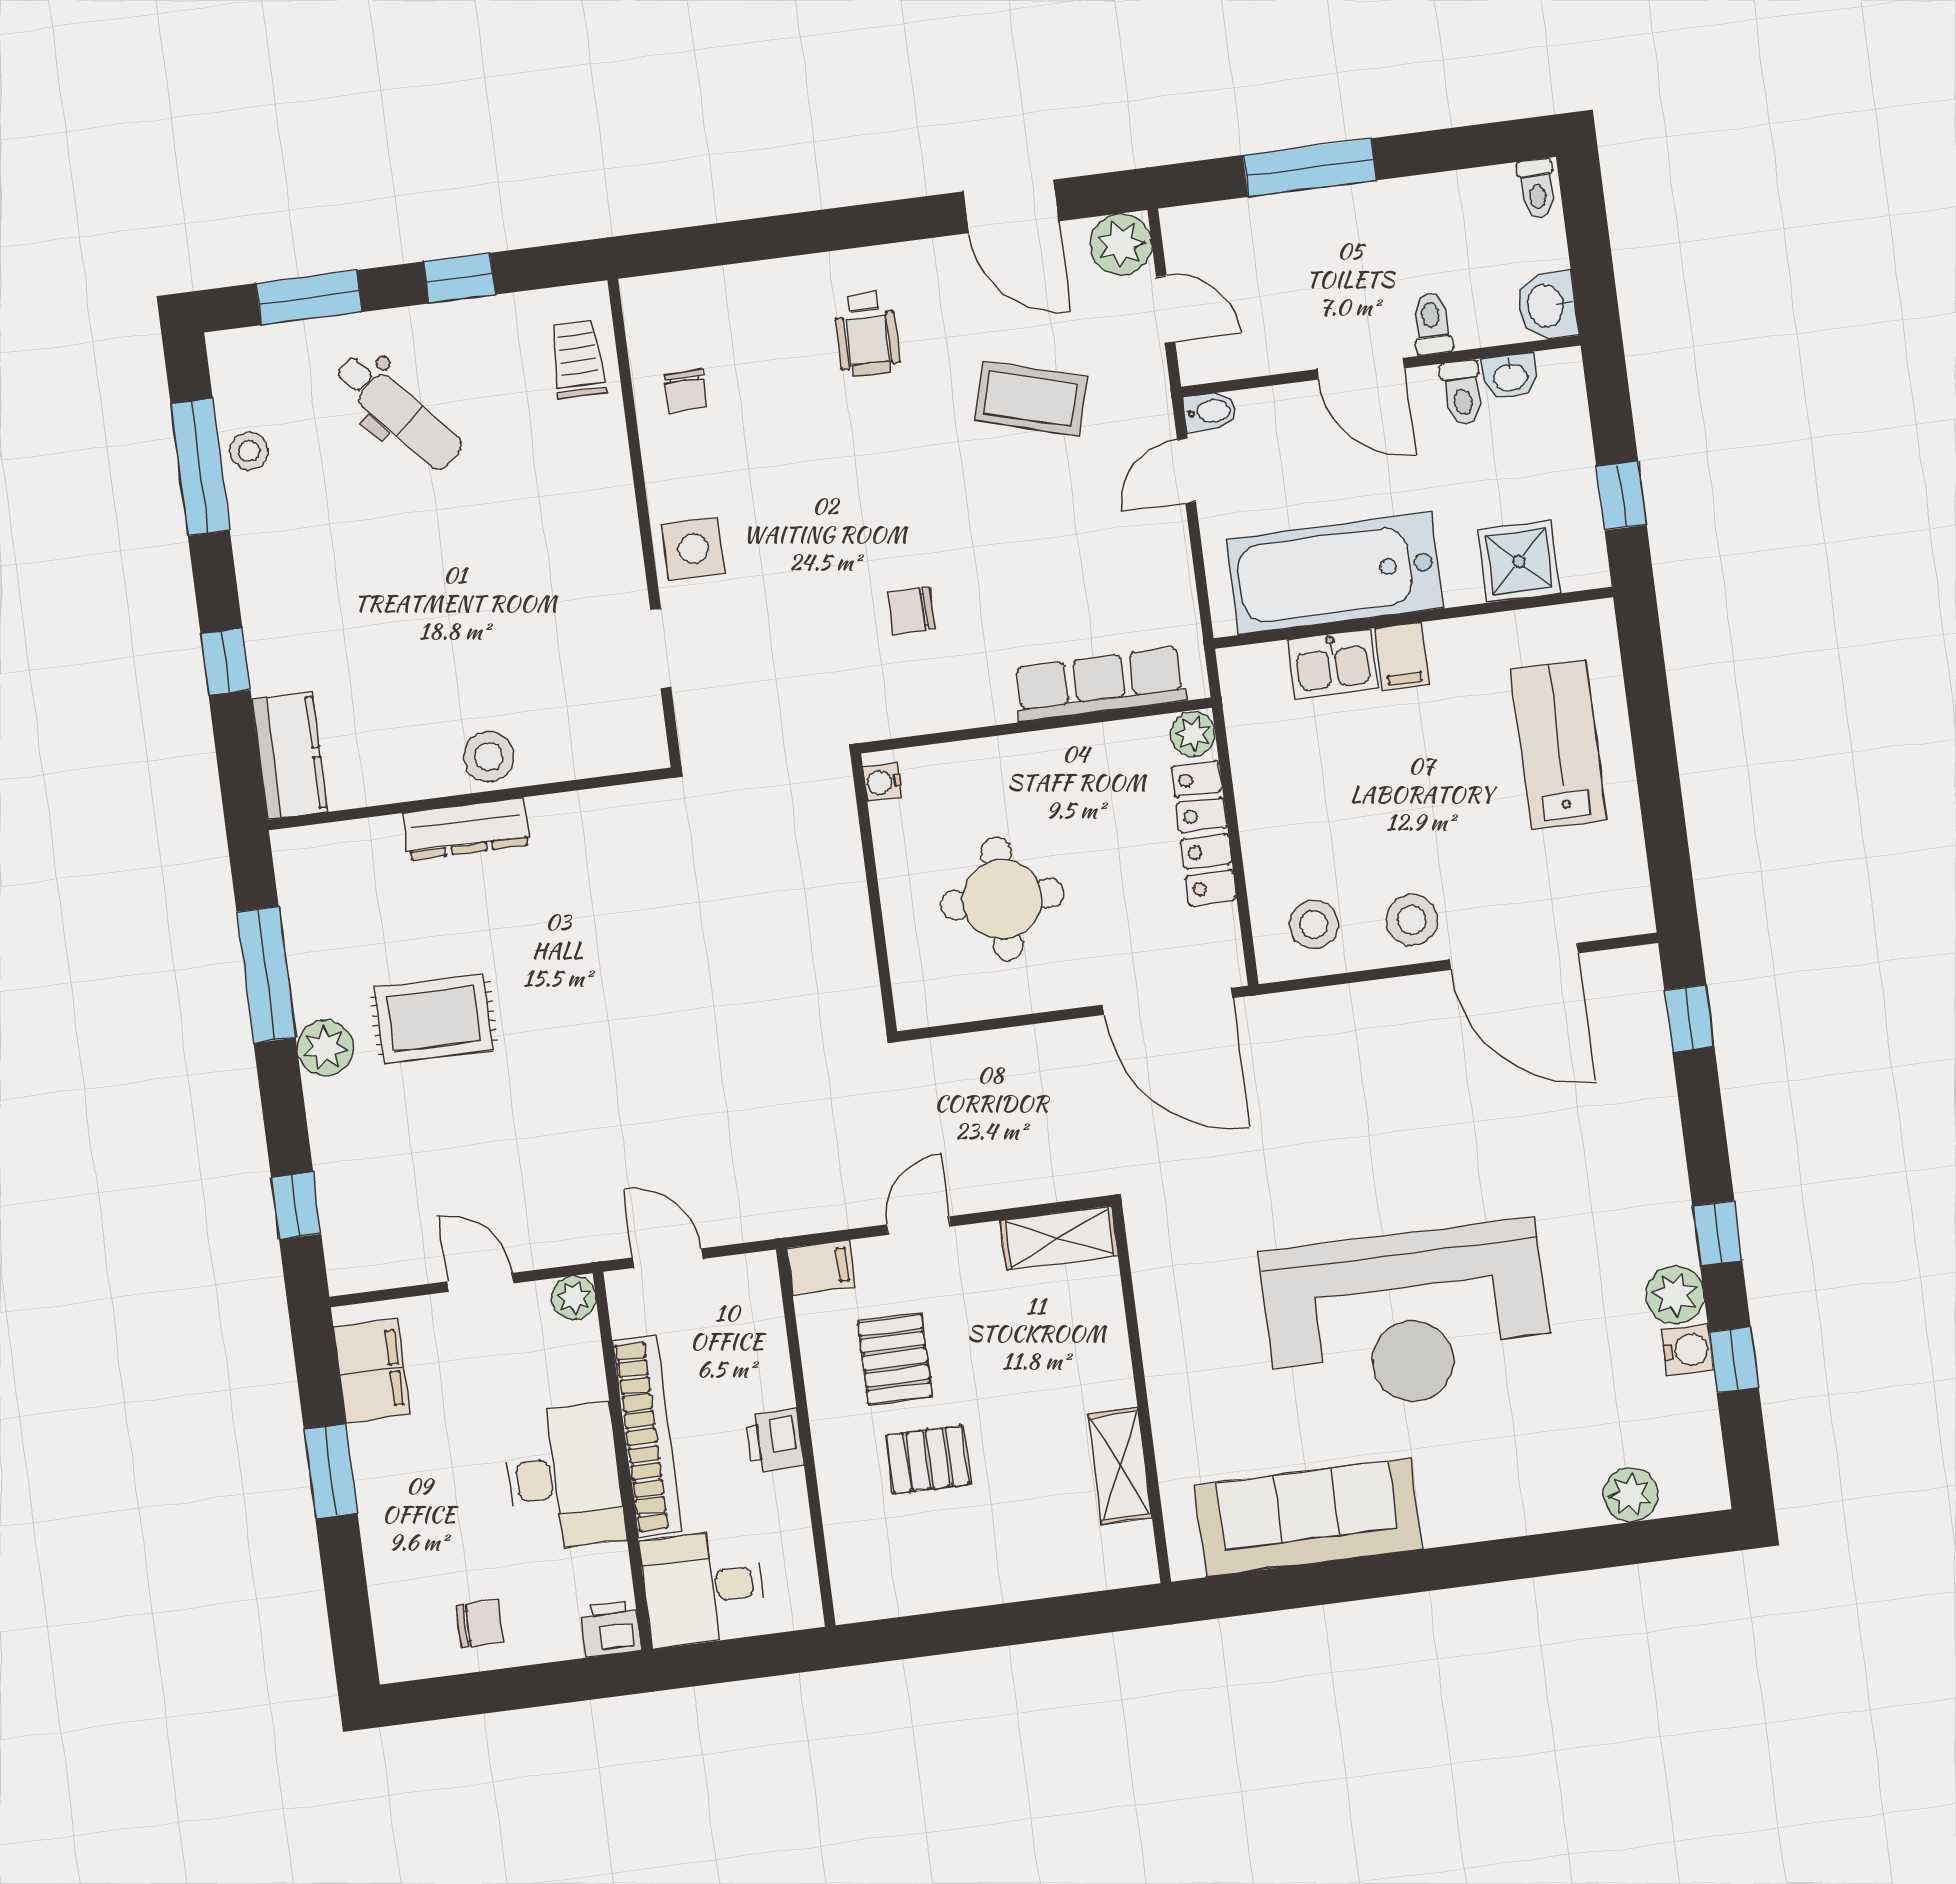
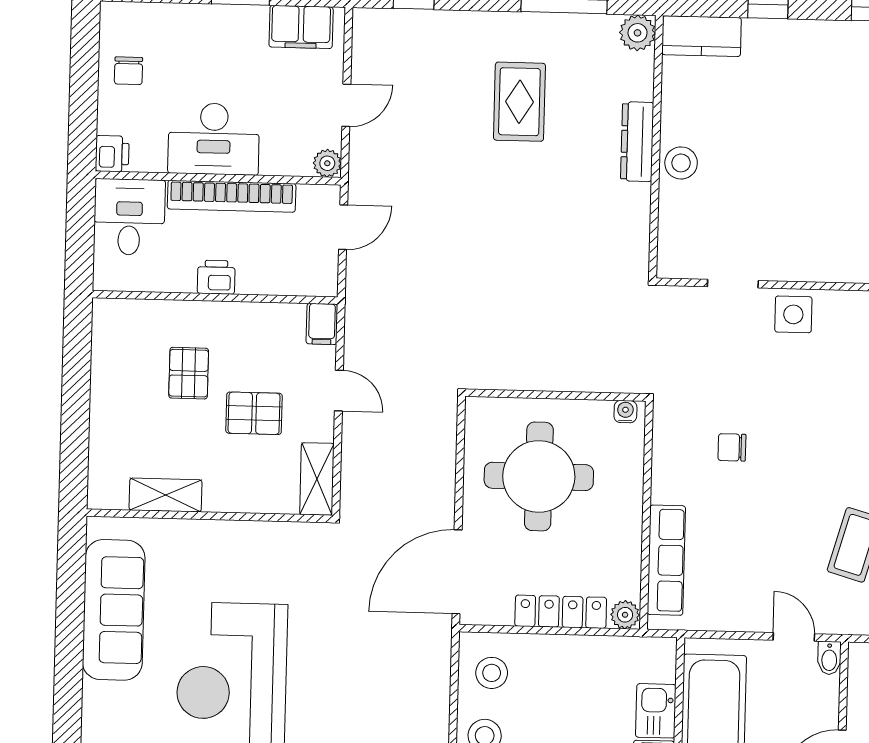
chair: (911, 611) -> (732, 447), turned -90
round table: (1002, 899) -> (539, 476), width x1.36, depth x1.36
plant: (325, 1048) -> (638, 33), moved
pallet: (895, 1359) -> (254, 413), moved

